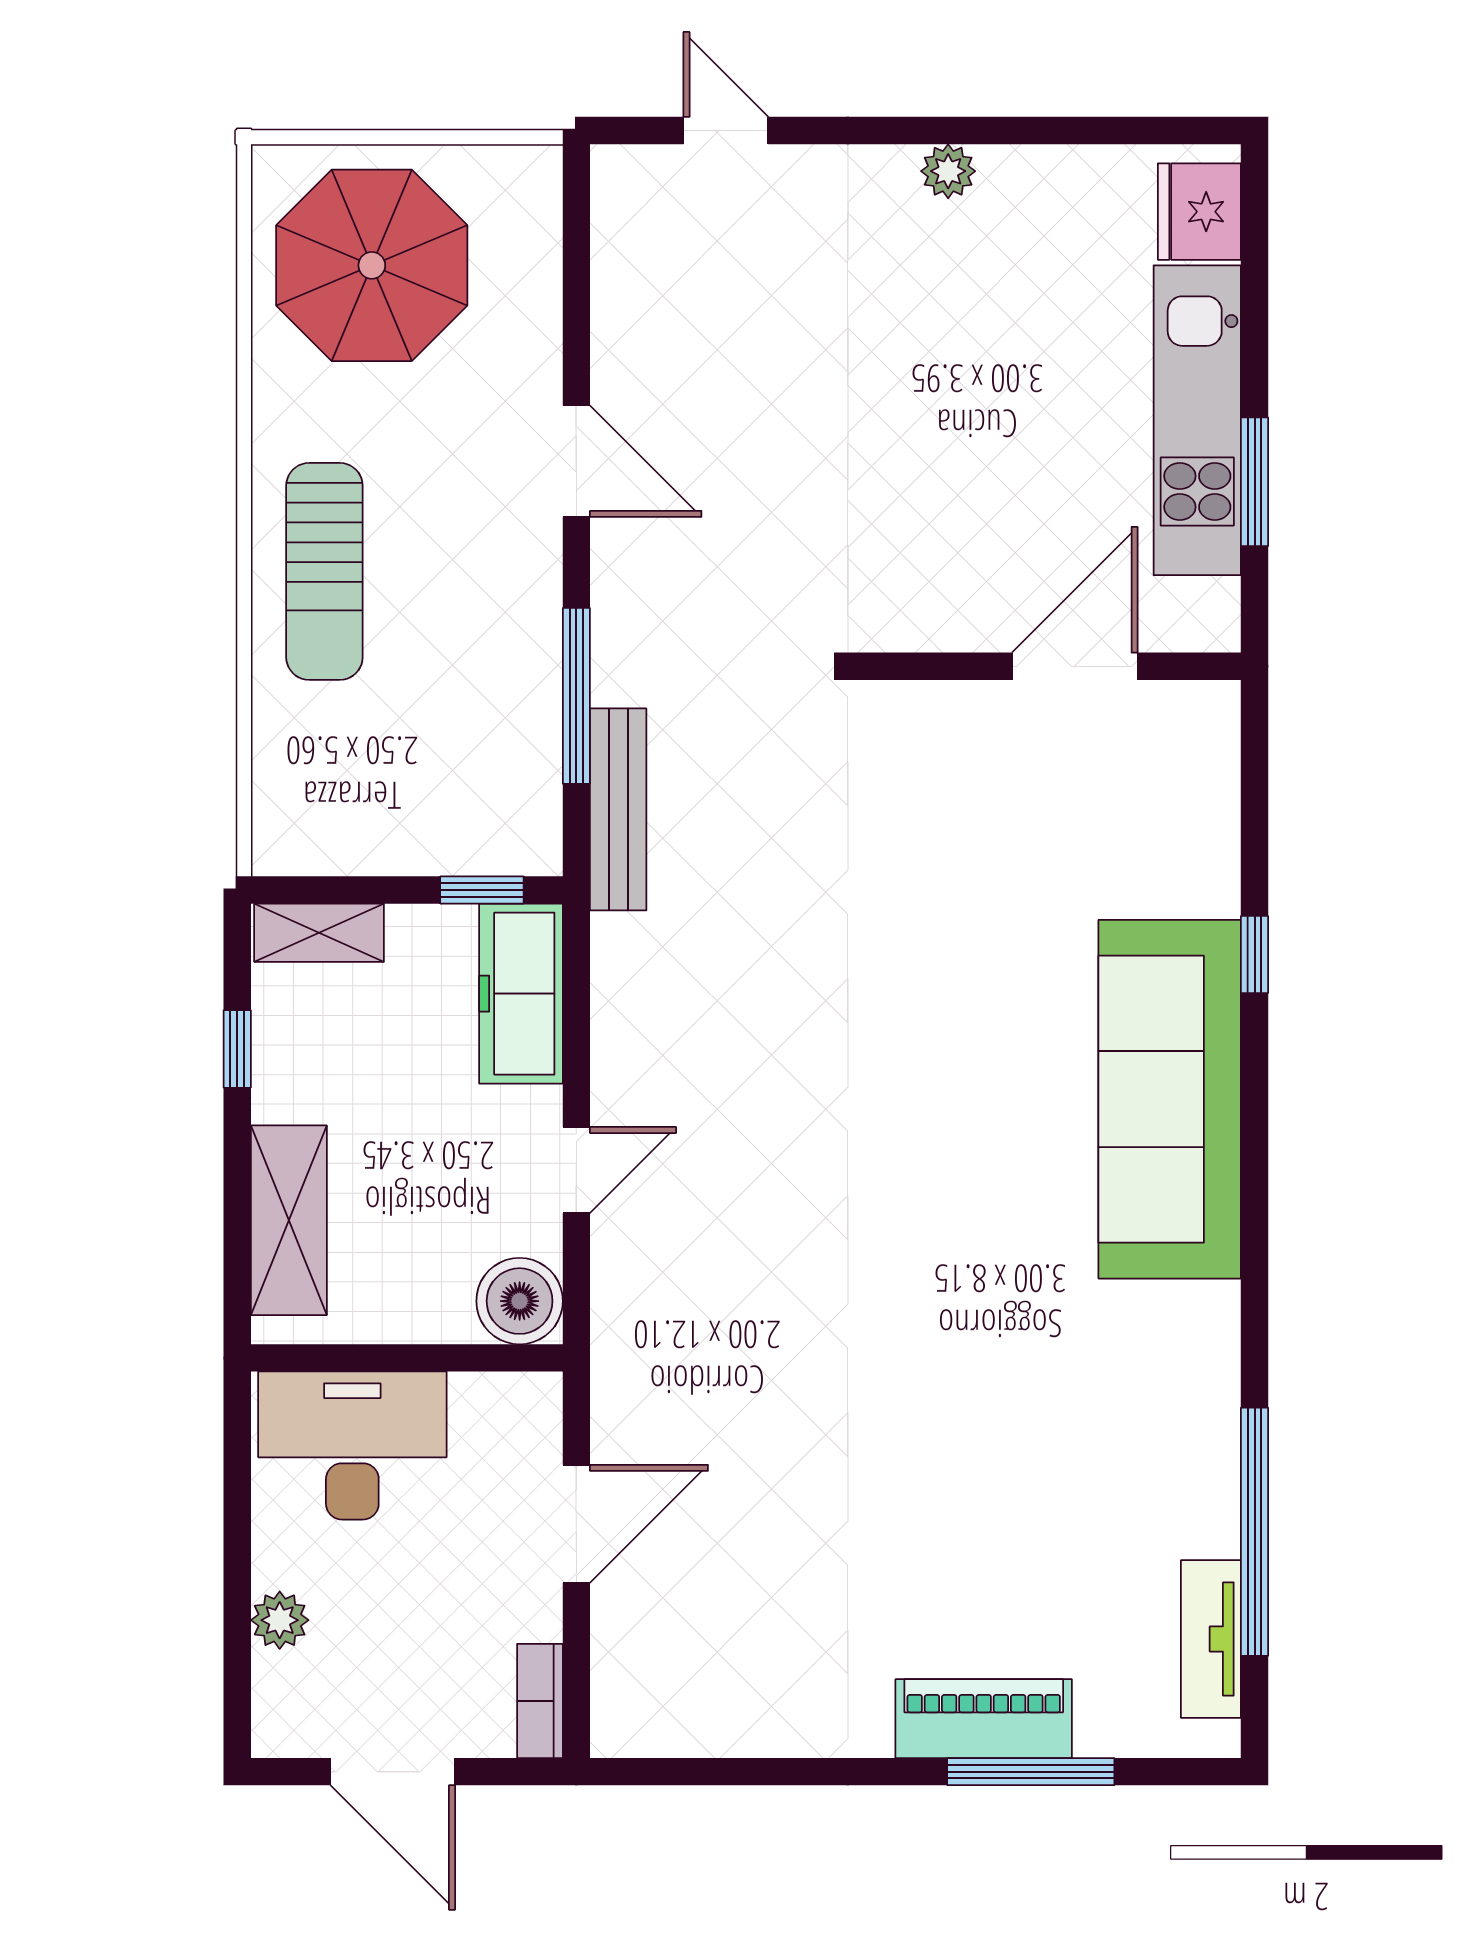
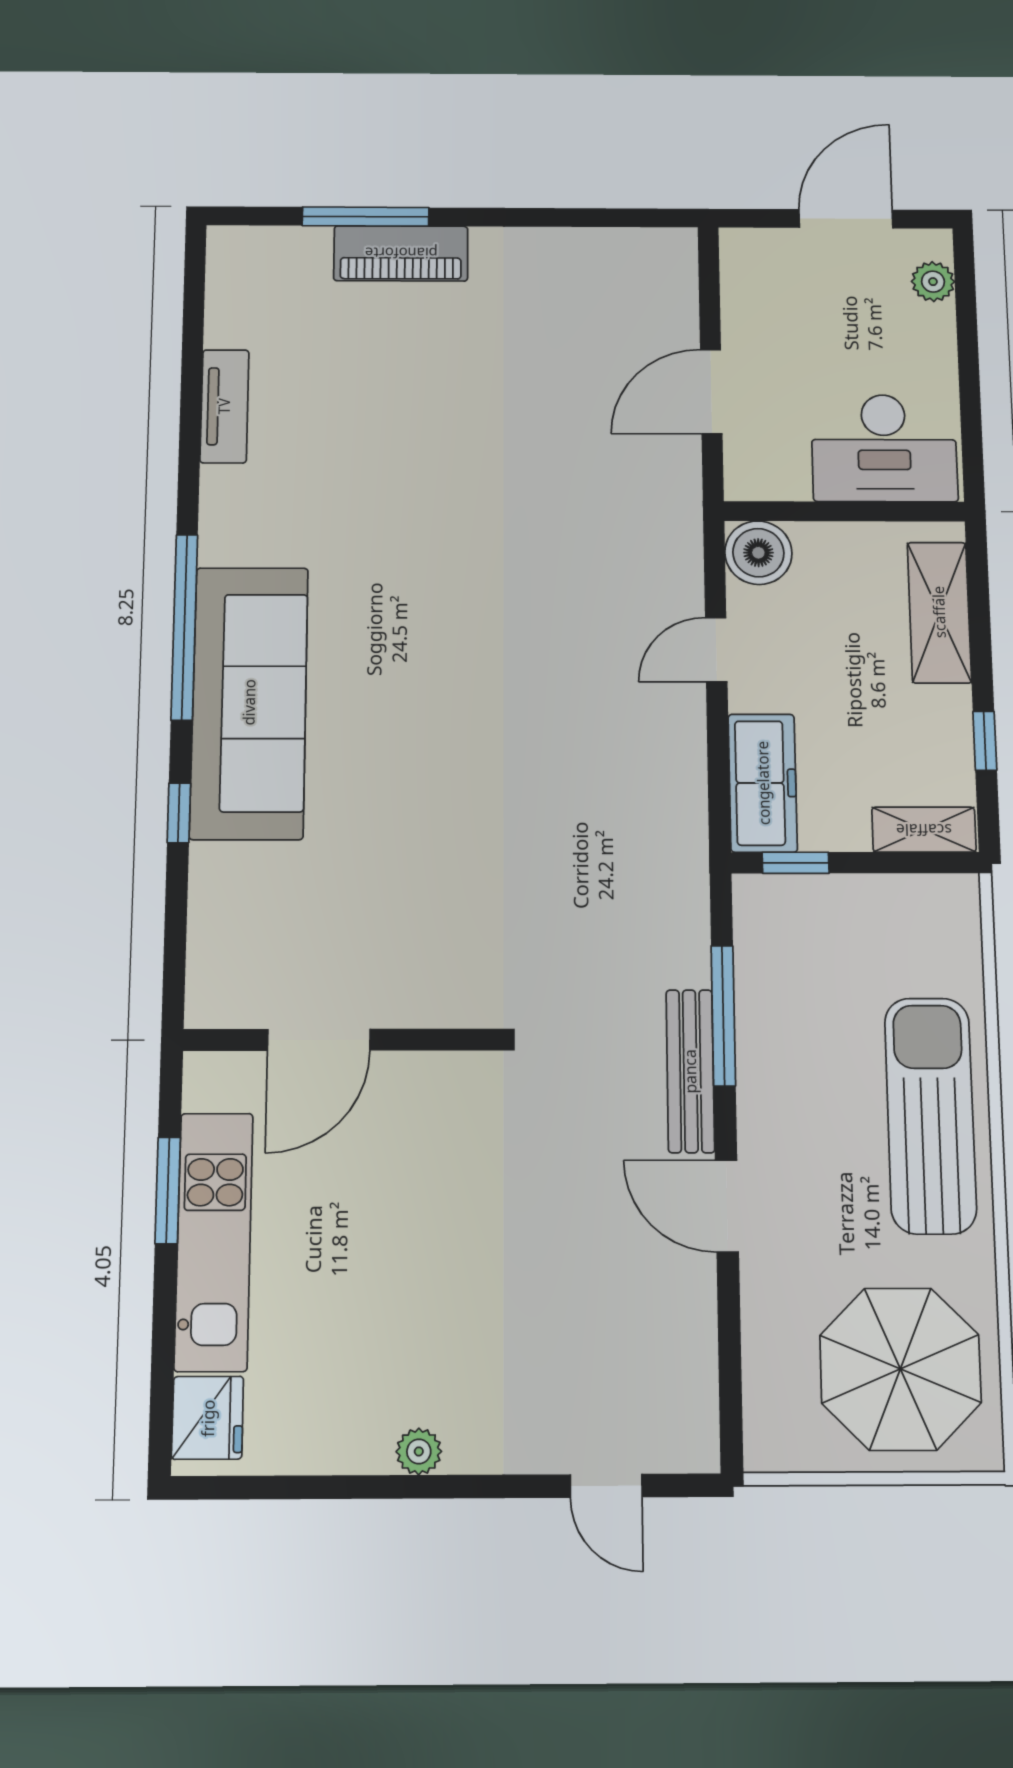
sun lounger: (324, 571) -> (930, 1115), width x1.36, depth x1.34
bench: (618, 809) -> (690, 1071), moved
window: (1255, 1532) -> (184, 627), moved
plant: (280, 1620) -> (933, 282), moved
tv unit: (1211, 1639) -> (224, 406), moved
bookcase: (540, 1701) -> (736, 267), removed
door: (393, 1772) -> (846, 219), hinge flipped

